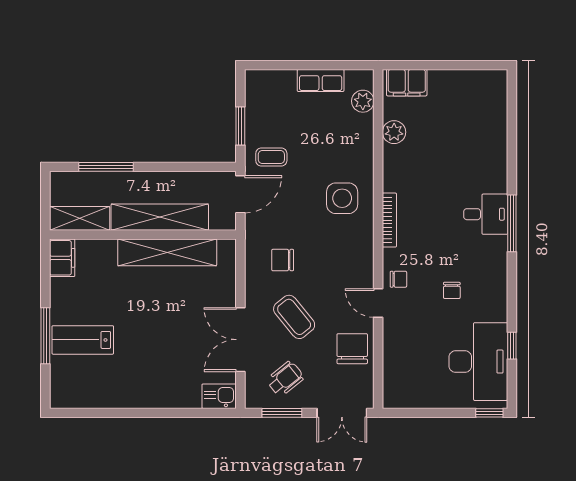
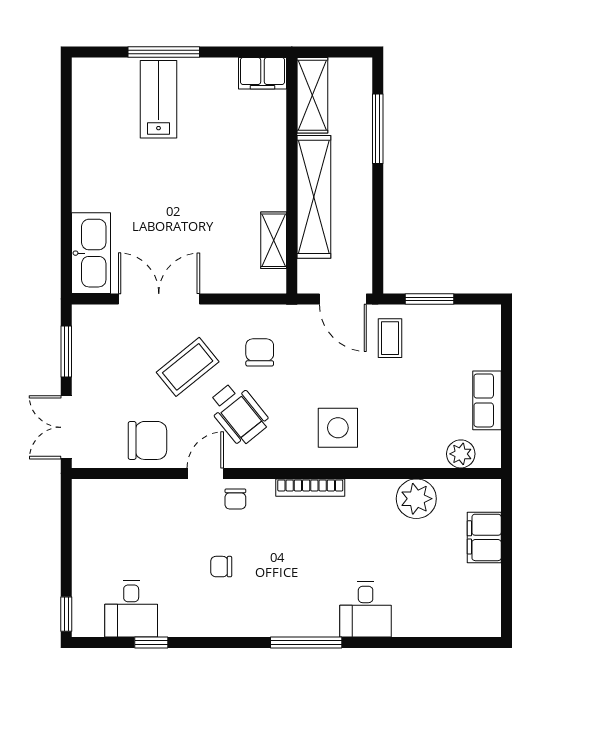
filing cabinet: (407, 83) -> (484, 537), moved
plant: (394, 132) -> (416, 499), width x1.36, depth x1.36
desk: (486, 214) -> (366, 609), moved
shelving: (167, 252) -> (274, 240), width x0.45, depth x0.75
desk: (478, 362) -> (131, 609), width x0.53, depth x0.77
wheelchair: (285, 379) -> (238, 413), moved, width x1.36, depth x1.37
kitchen sink: (219, 396) -> (91, 253), width x1.88, depth x1.24

